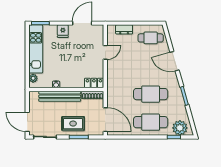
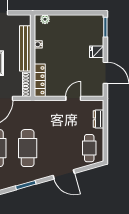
kitchen unit: (36, 49) -> (77, 22), removed
door: (105, 52) -> (73, 98), swing flipped
door: (175, 61) -> (64, 174), swing flipped
locker: (94, 83) -> (40, 80), width x1.53

